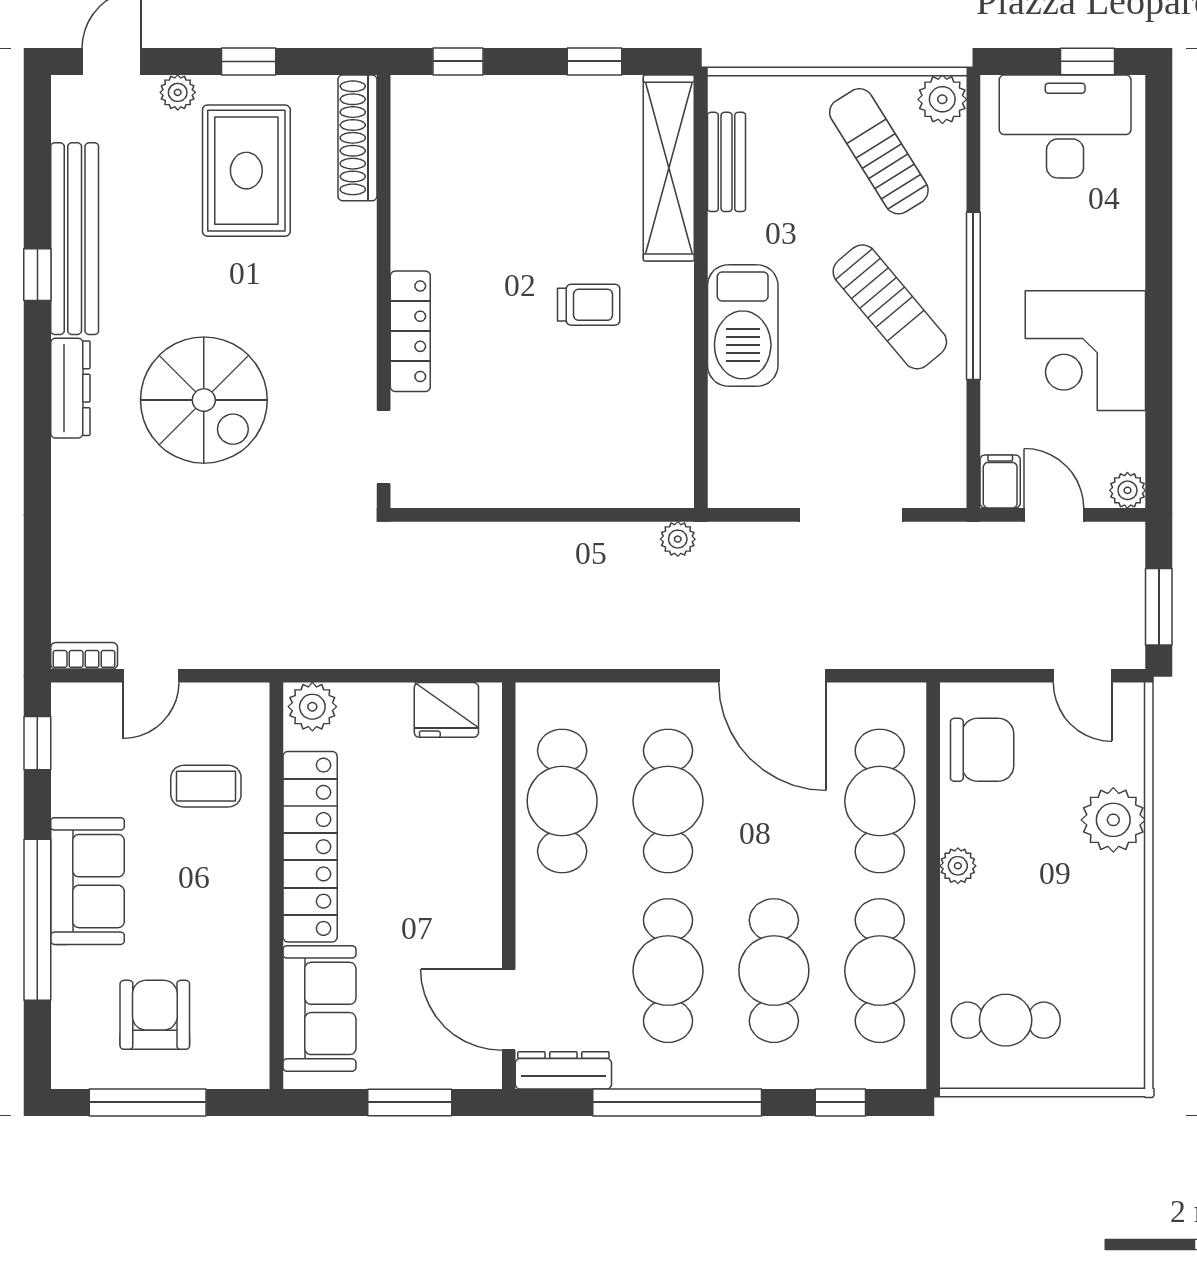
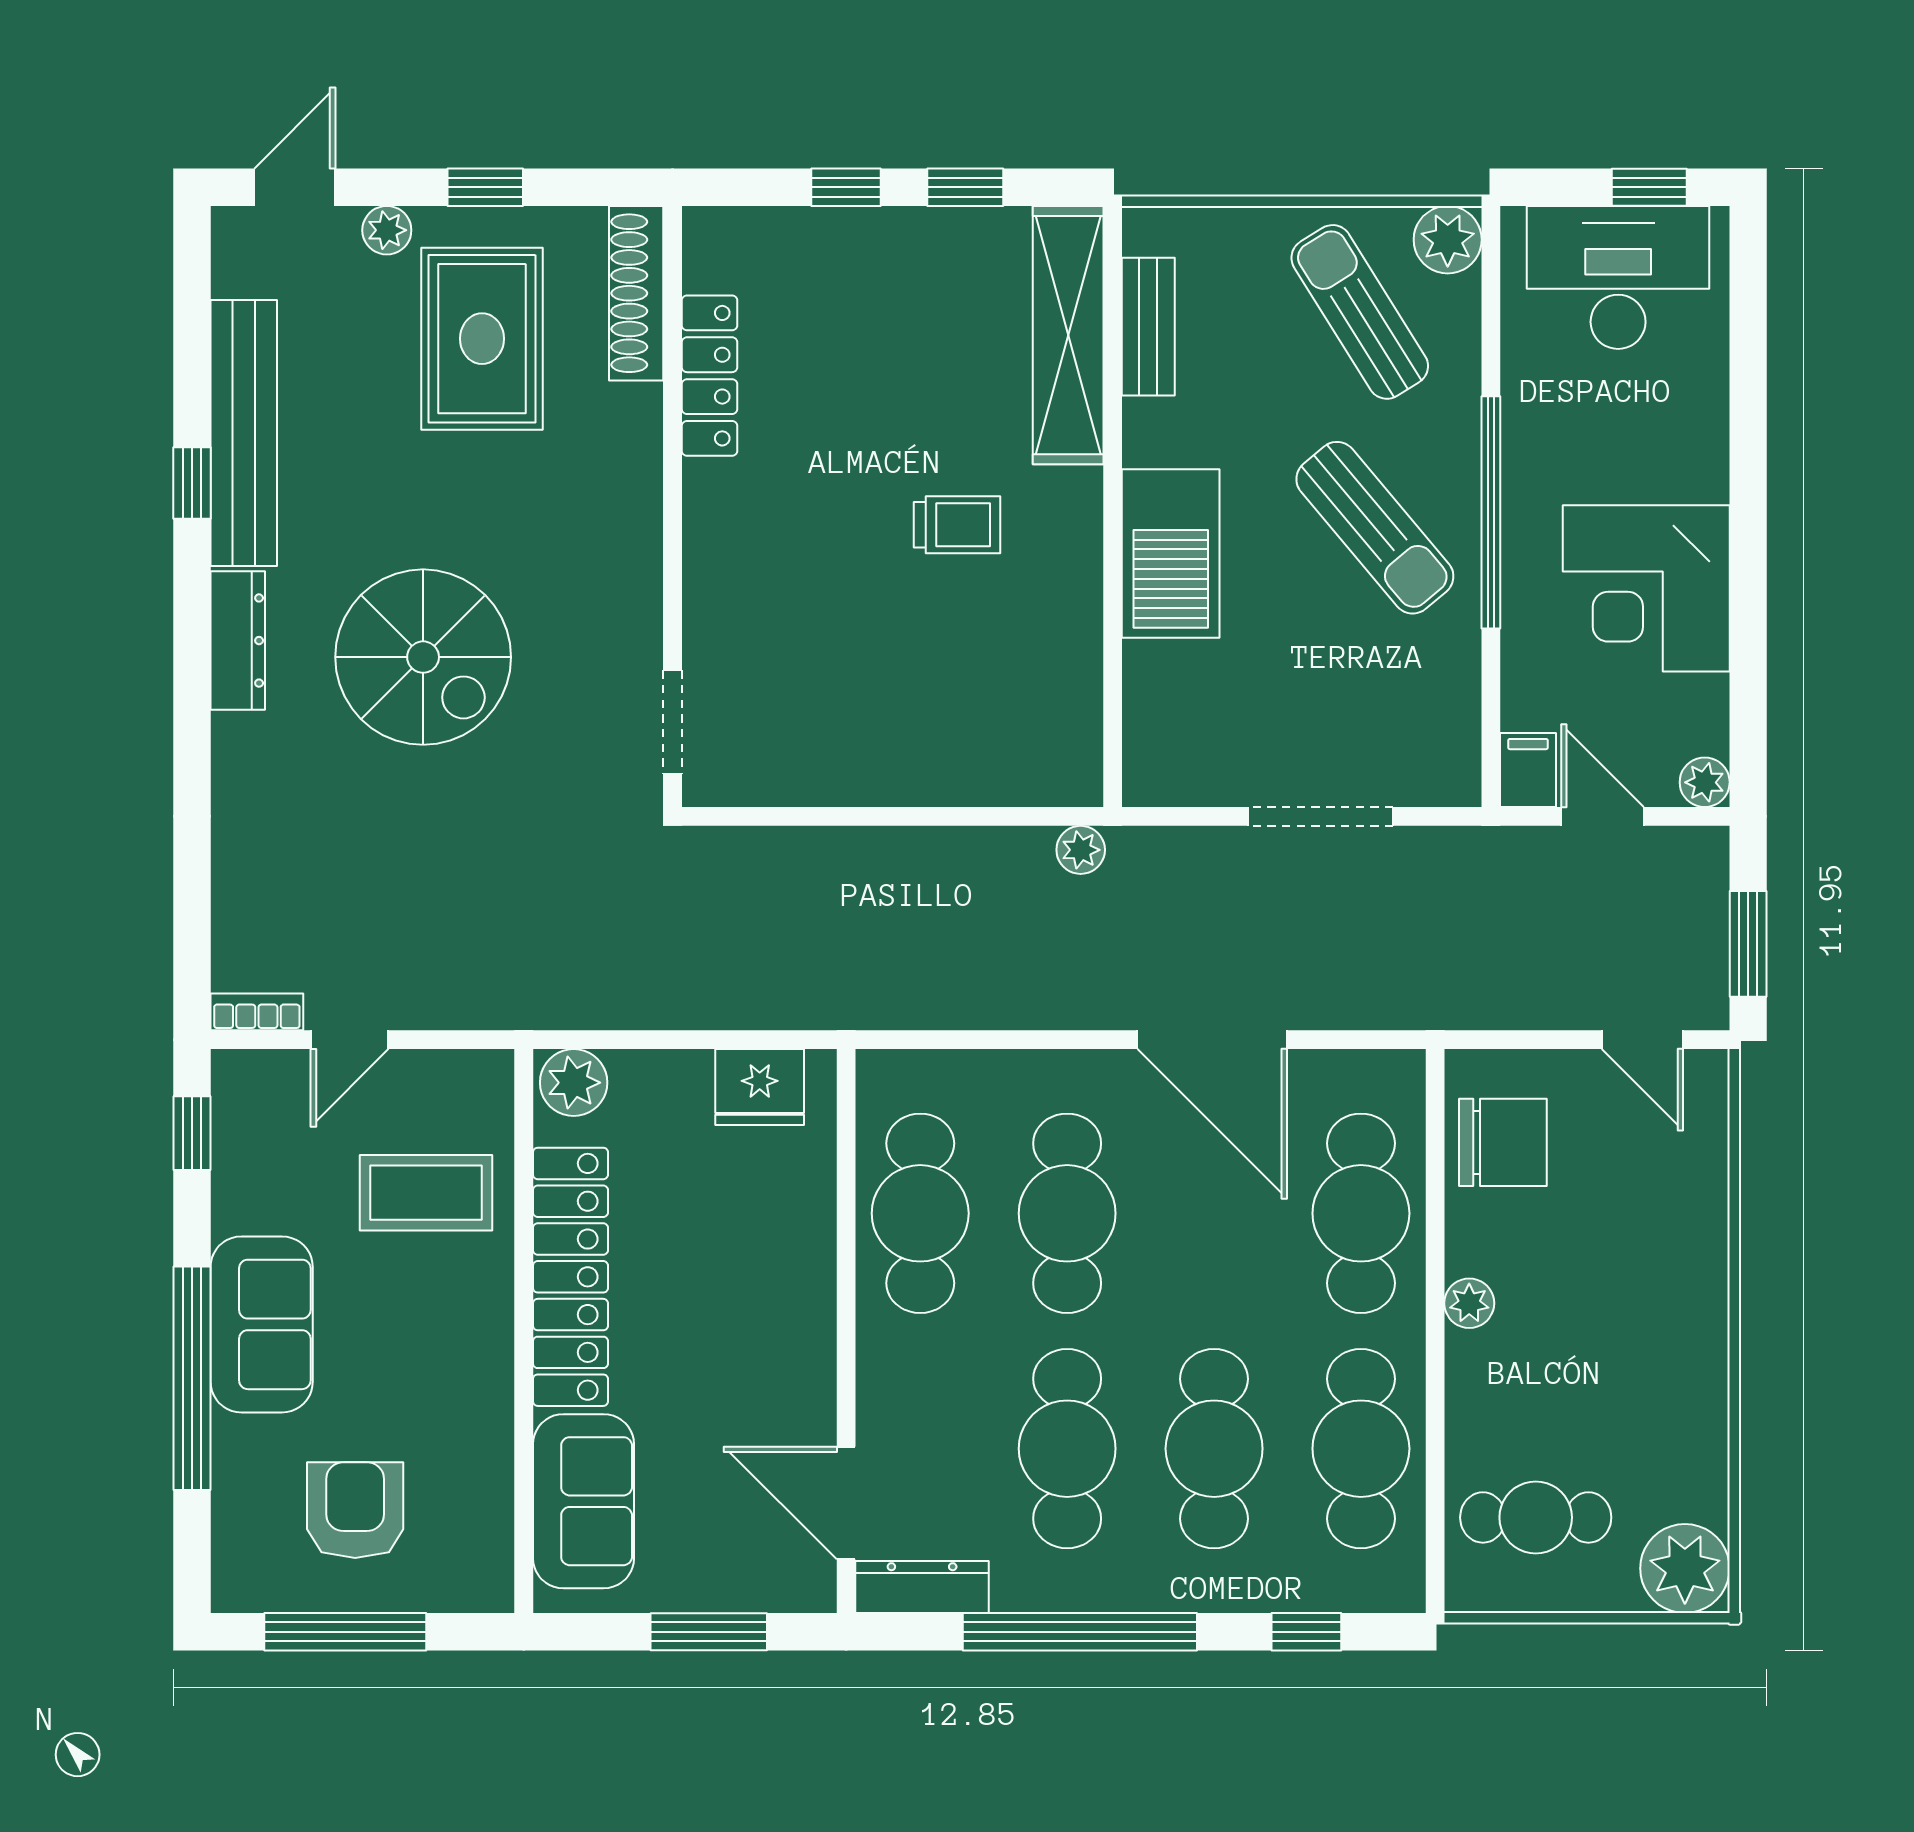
window: (458, 61) -> (846, 187), moved
locker: (410, 331) -> (710, 376), moved
coffee table: (206, 786) -> (426, 1193), width x1.36, depth x1.30
plant: (1113, 820) -> (1685, 1568), moved

